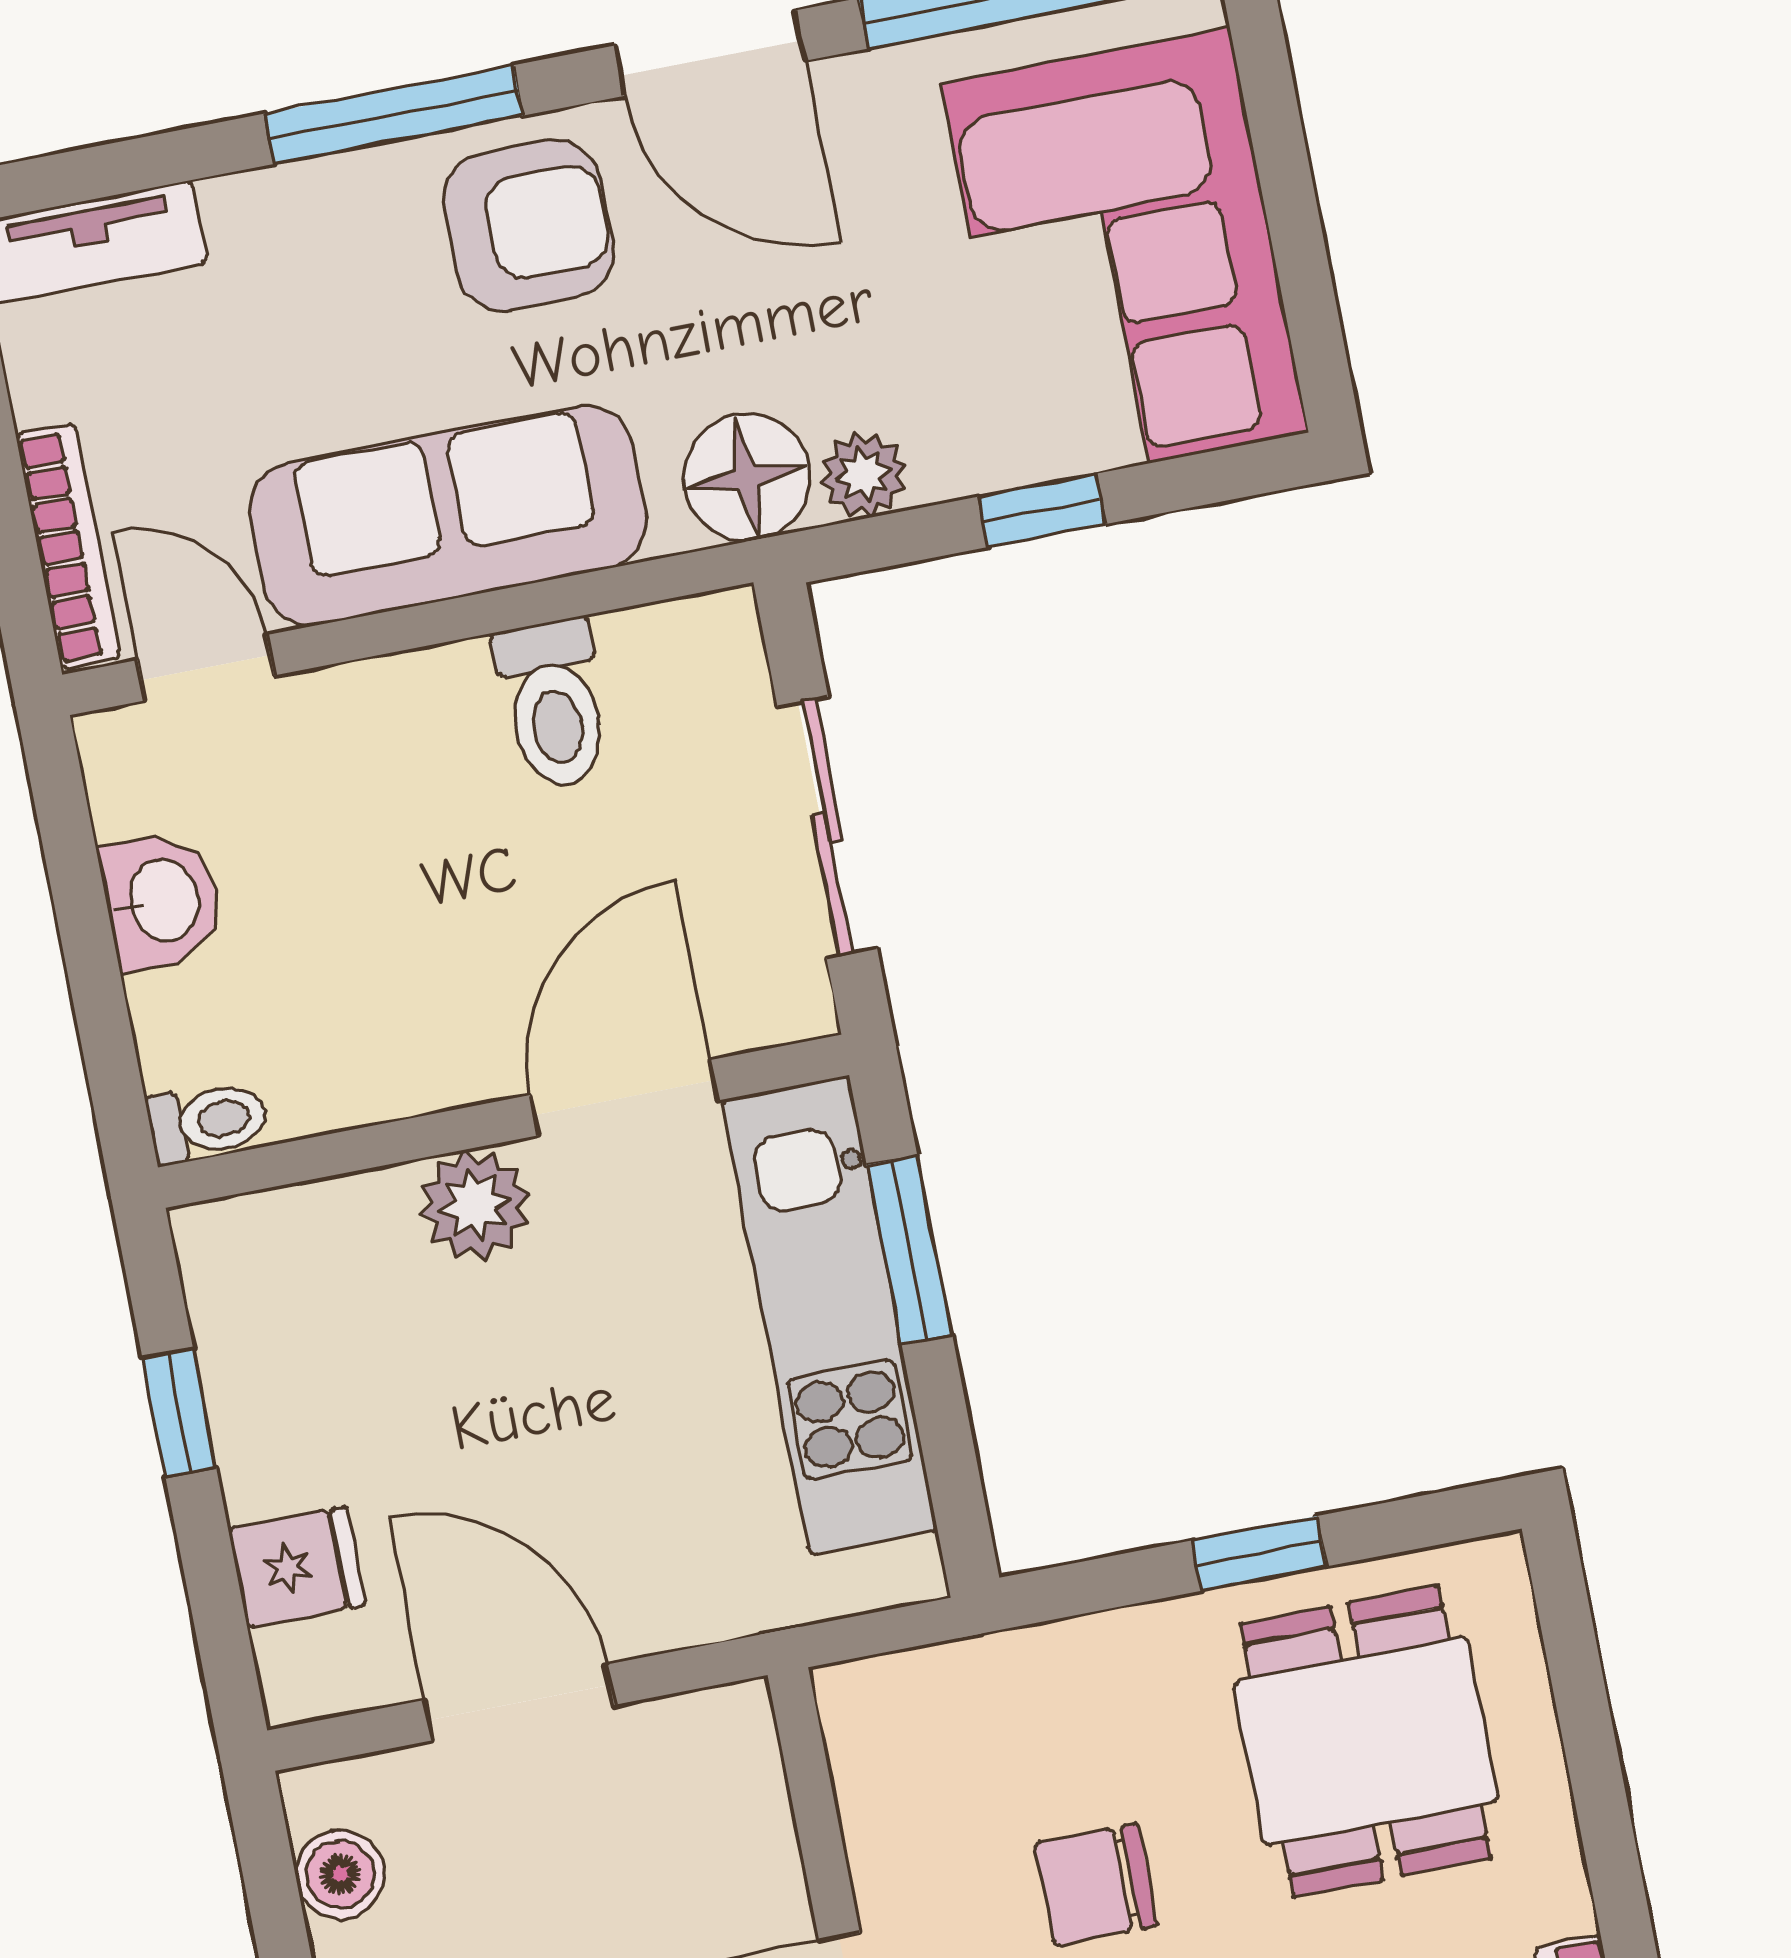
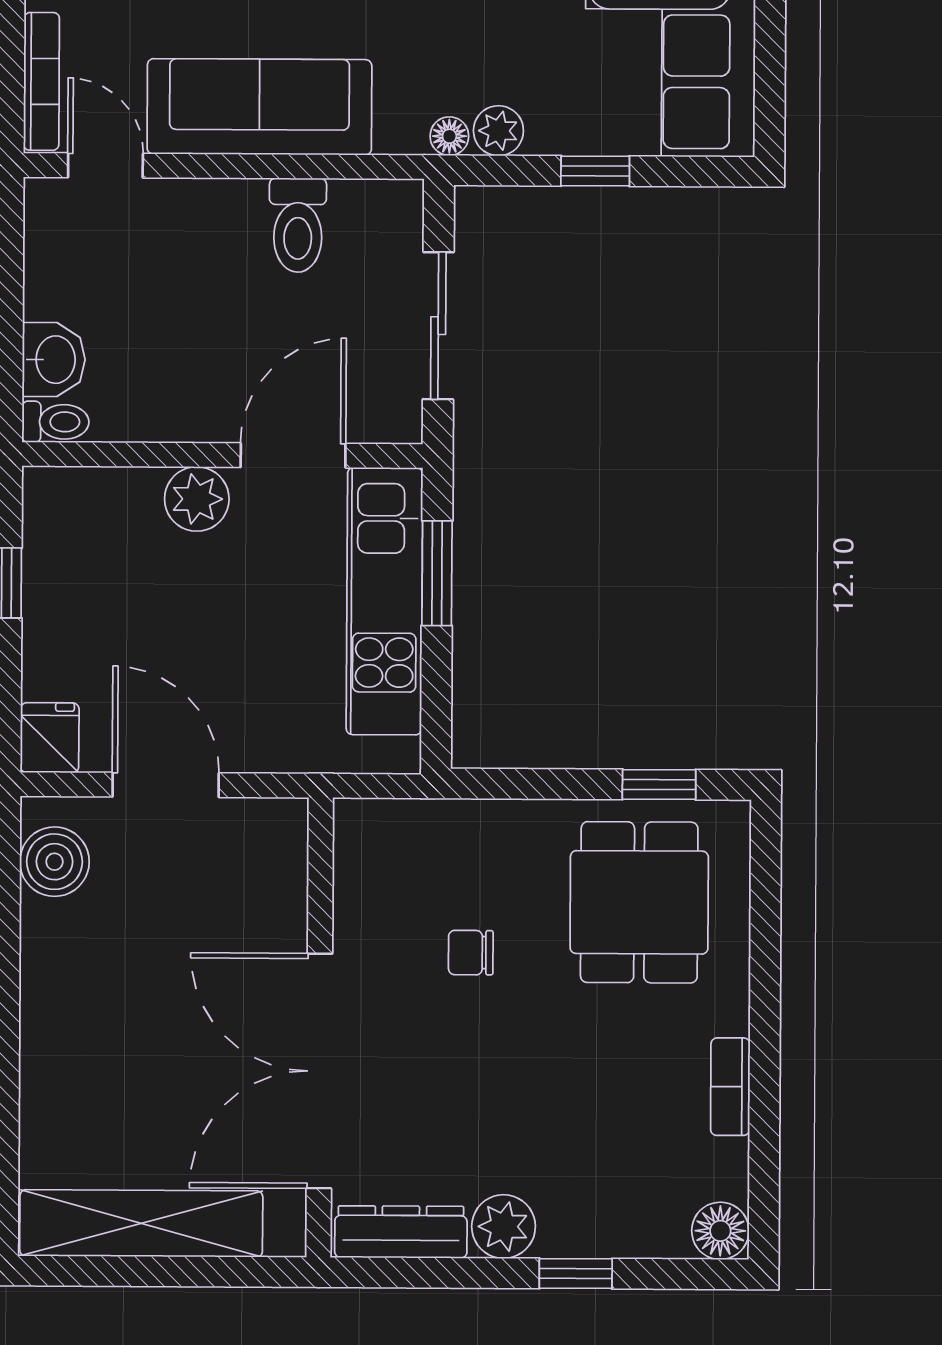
floor lamp: (747, 477) -> (449, 136), width x0.53, depth x0.53
washbasin: (161, 901) -> (54, 360), moved
window: (1259, 1553) -> (659, 785), moved
fridge: (297, 1567) -> (50, 738), moved, turned -90
boiler: (340, 1874) -> (55, 862), width x1.36, depth x1.36
chair: (1096, 1884) -> (471, 953), width x0.73, depth x0.73

